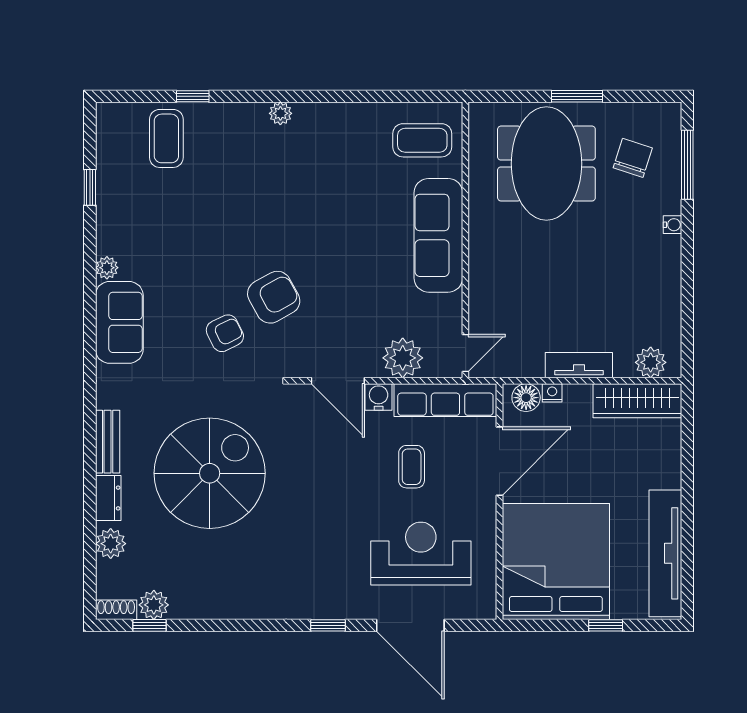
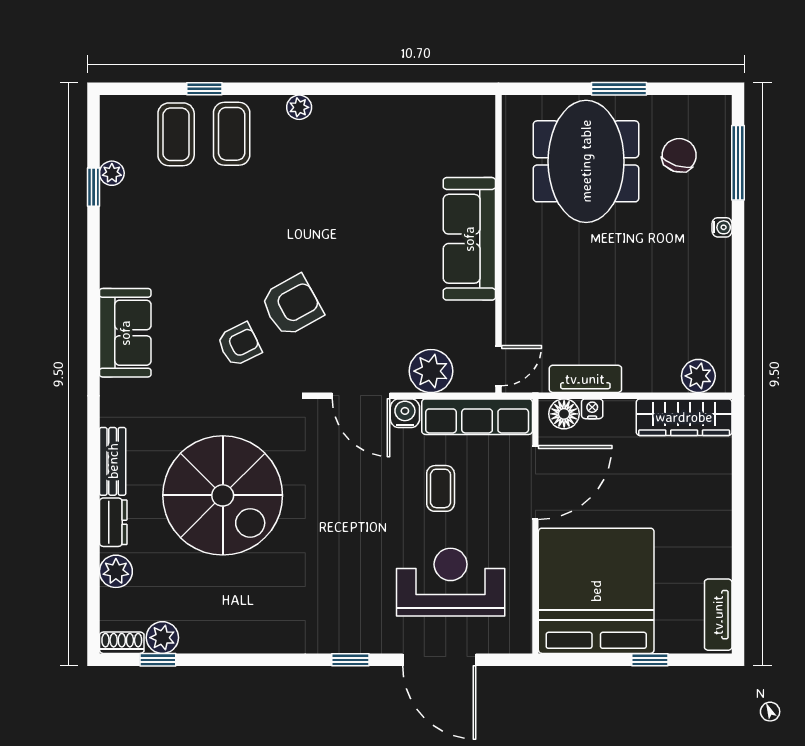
coffee table: (422, 140) -> (232, 134), moved, turned 90
plant: (107, 268) -> (112, 173), moved
tv unit: (579, 365) -> (585, 379), moved
spiral stairs: (210, 473) -> (223, 495), turned 90
tv unit: (665, 553) -> (718, 615), width x0.52, depth x0.78

